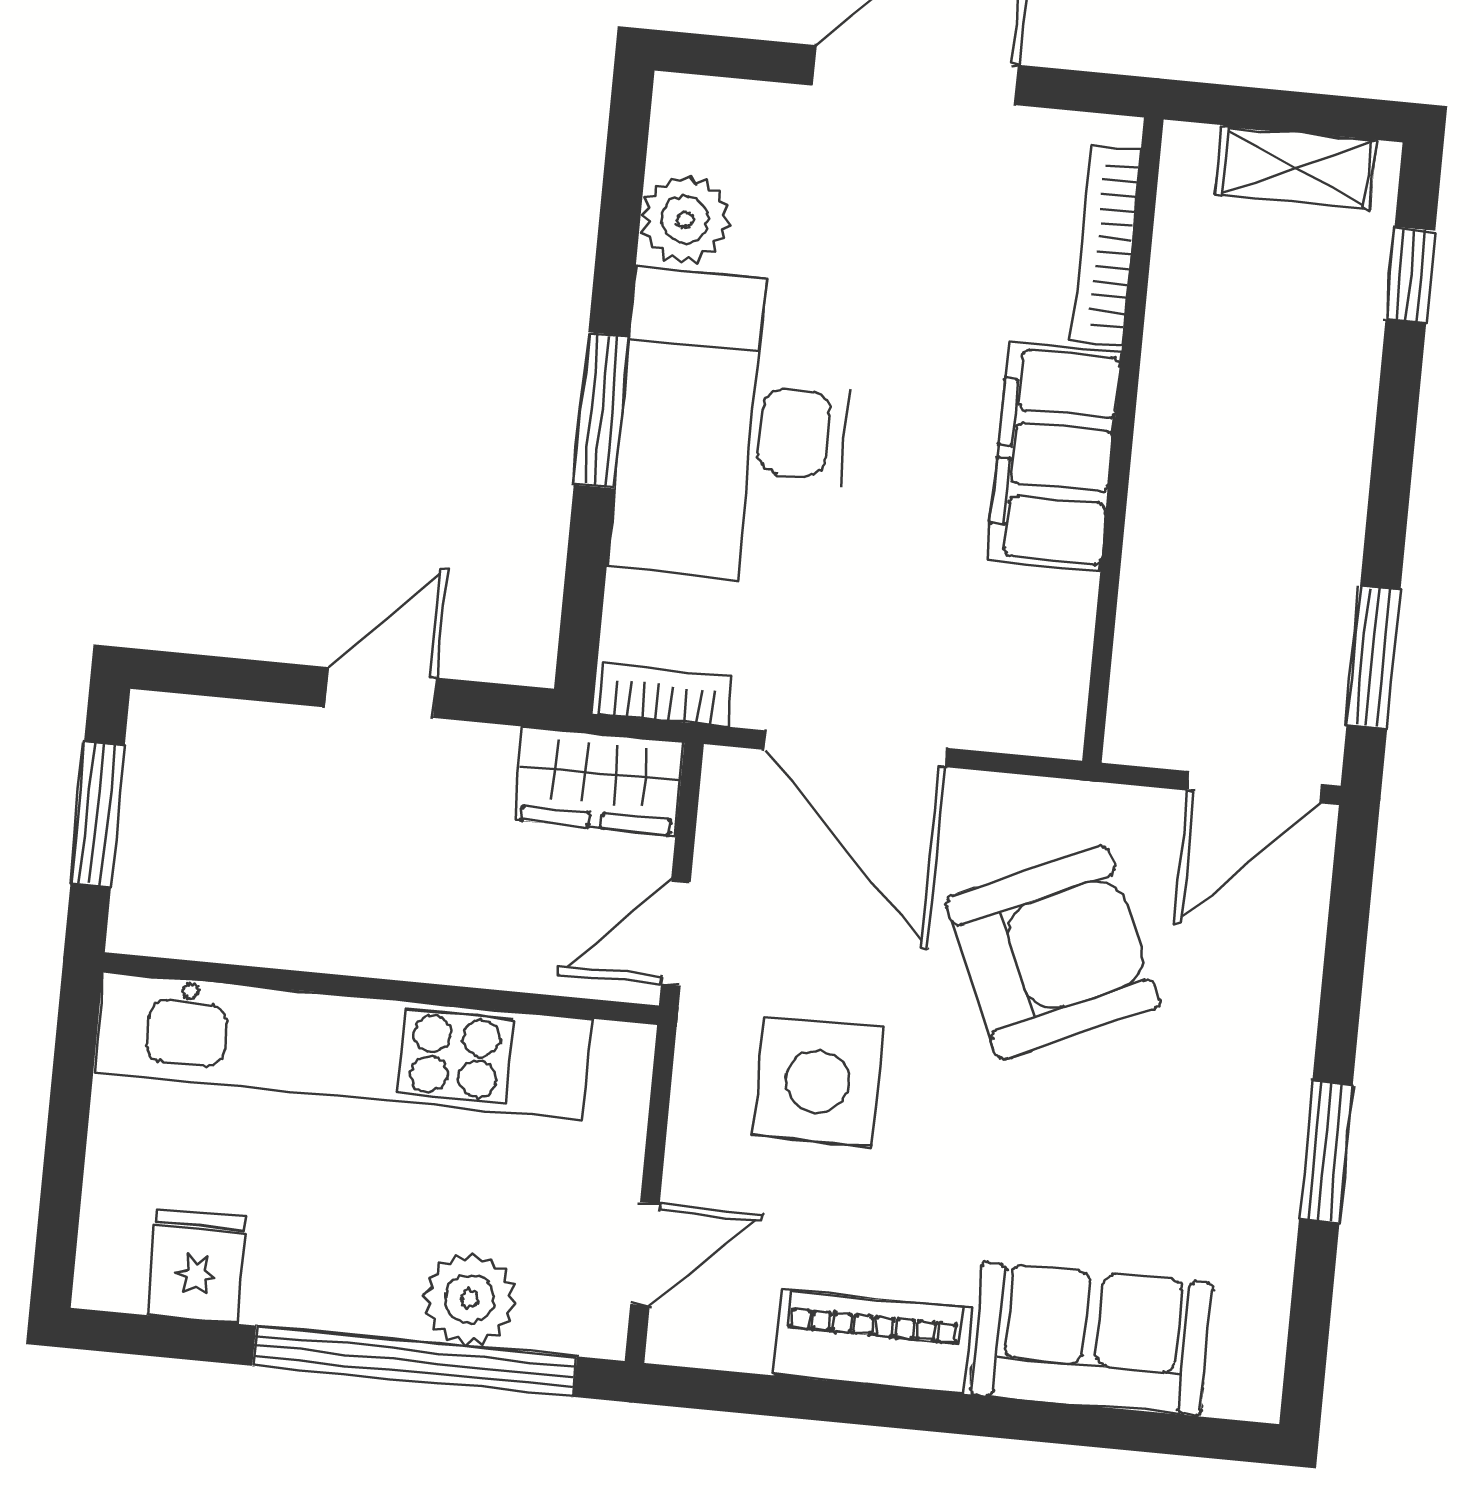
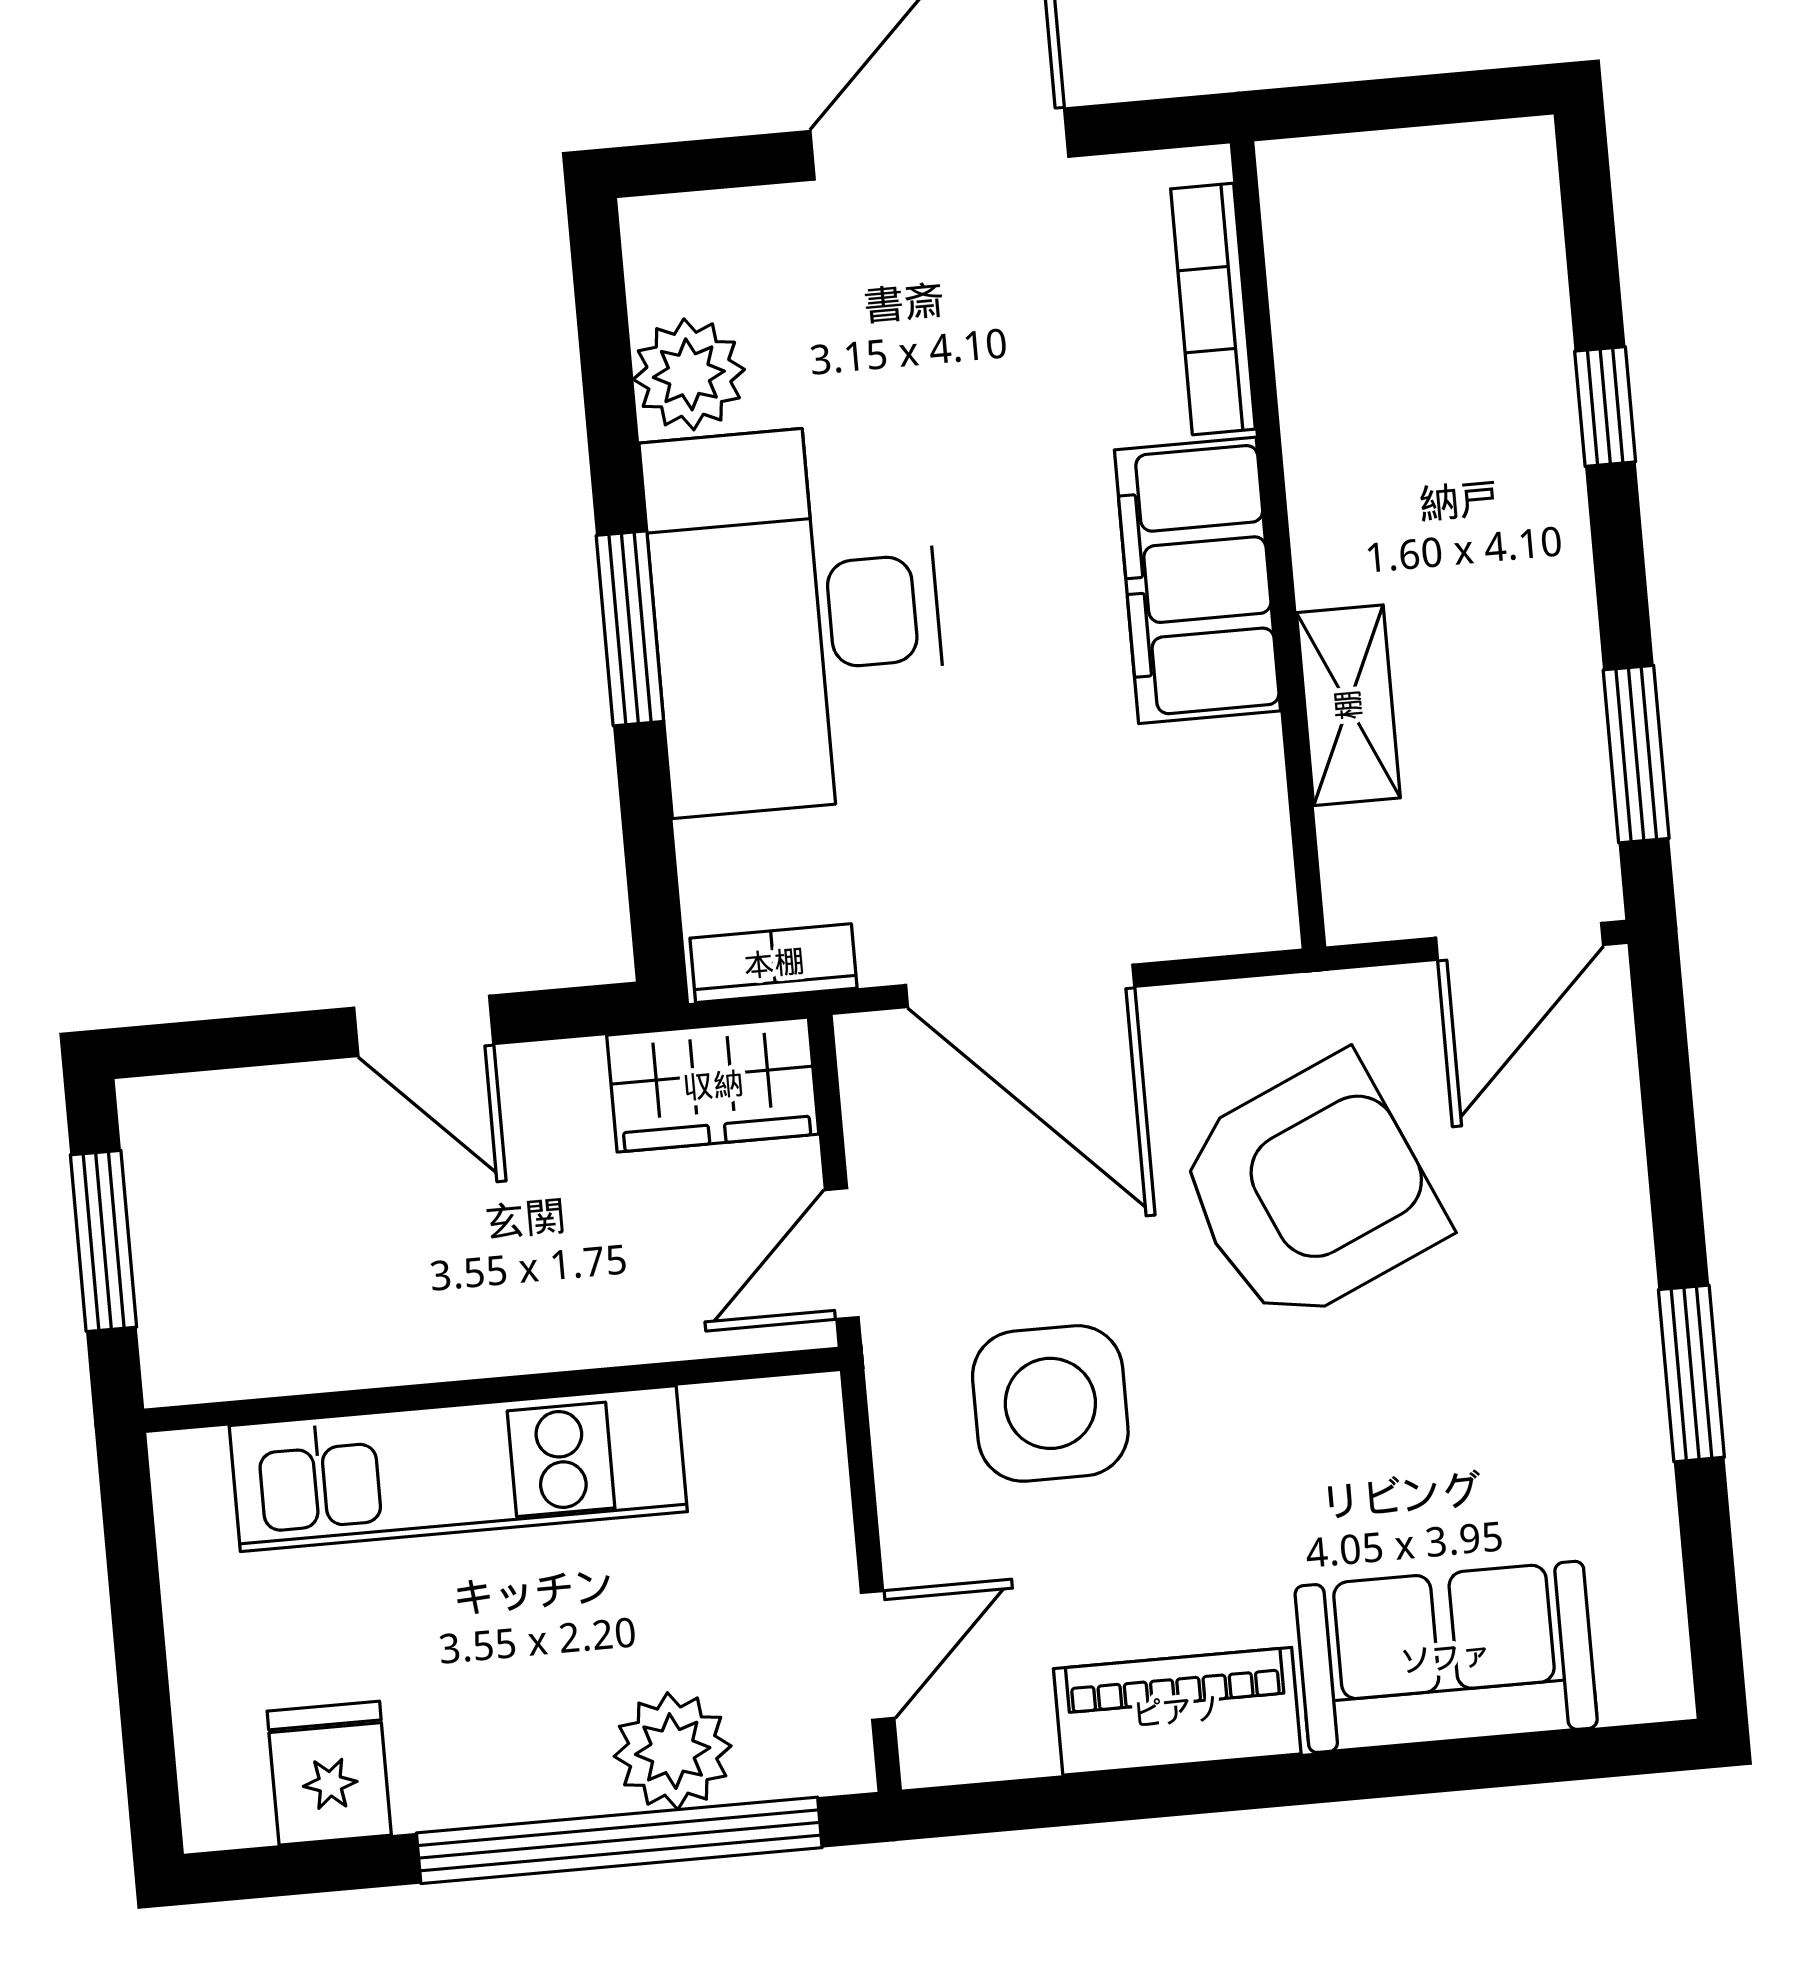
shelving: (1296, 167) -> (1348, 705), moved, turned 90
window: (1410, 275) -> (1605, 406), moved
door: (381, 692) -> (424, 1026), swing flipped
kitchen unit: (343, 1045) -> (458, 1469), width x0.73

